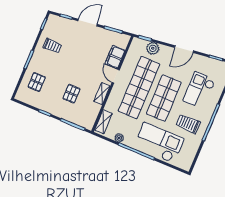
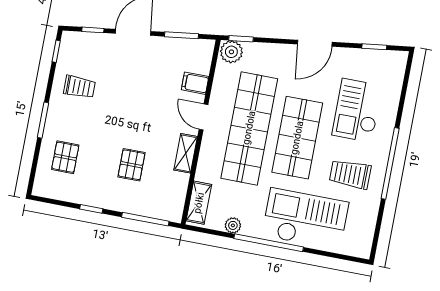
plant: (153, 48) -> (231, 52), moved
filing cabinet: (115, 57) -> (195, 83), width x0.50

